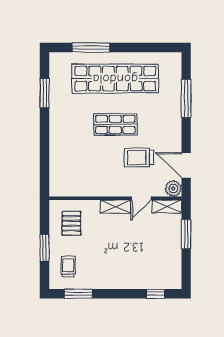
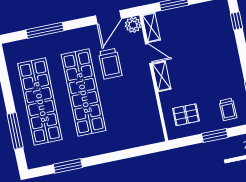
shop shelf: (115, 124) -> (83, 93), width x2.00, depth x1.36
trolley: (68, 267) -> (228, 109), turned -91

